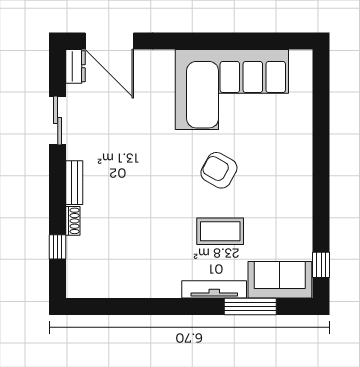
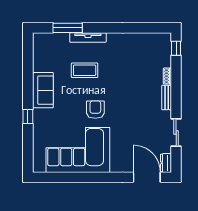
armchair: (219, 170) -> (95, 110), moved, turned -119
window: (58, 247) -> (176, 48), moved
window: (321, 265) -> (28, 117), moved
sofa: (280, 280) -> (43, 90), moved, turned -90

